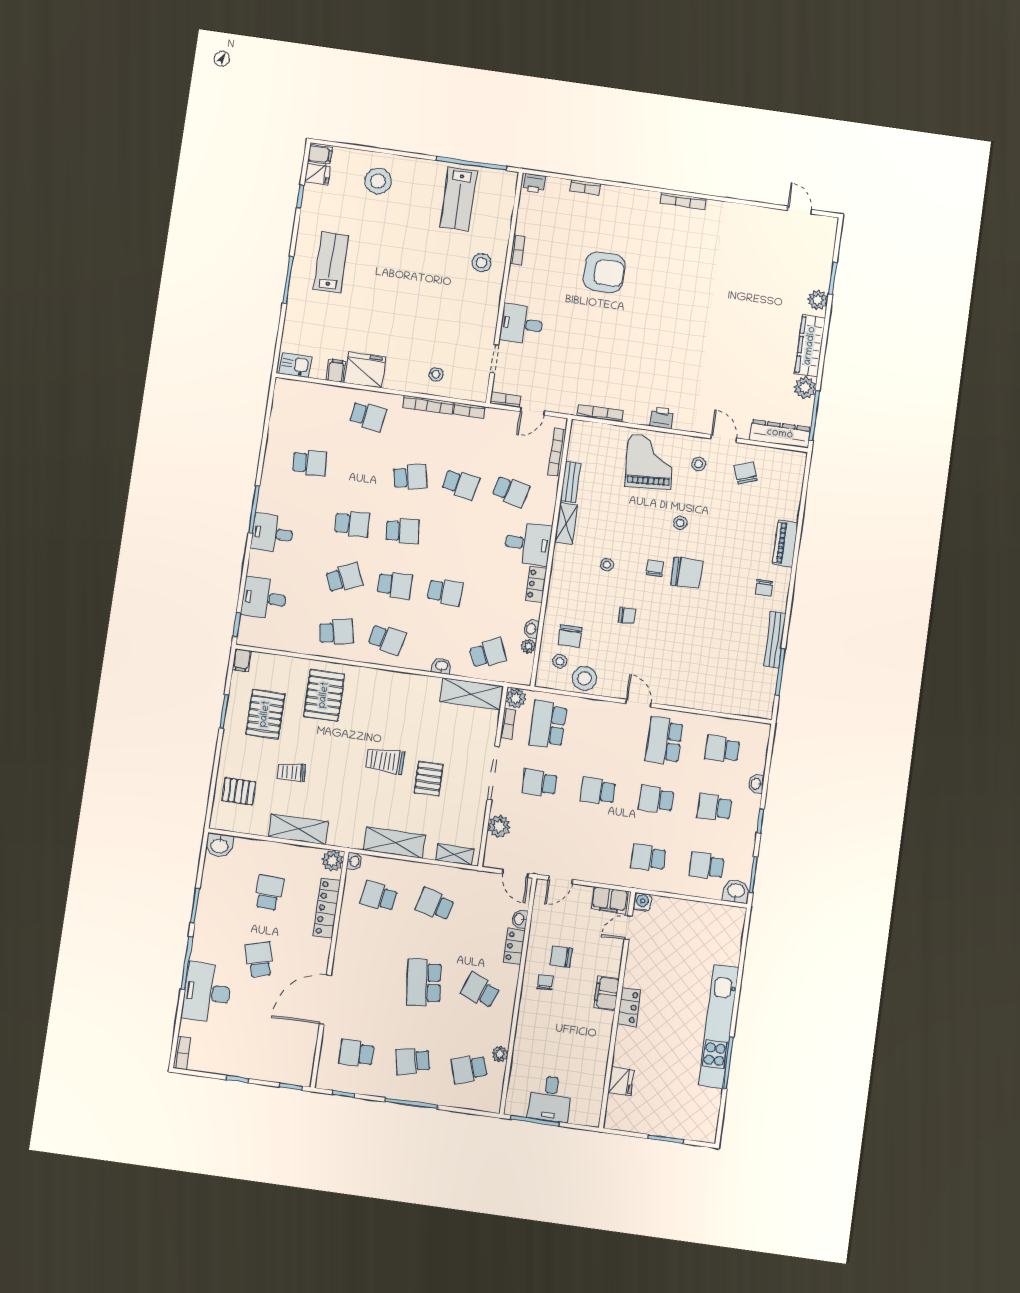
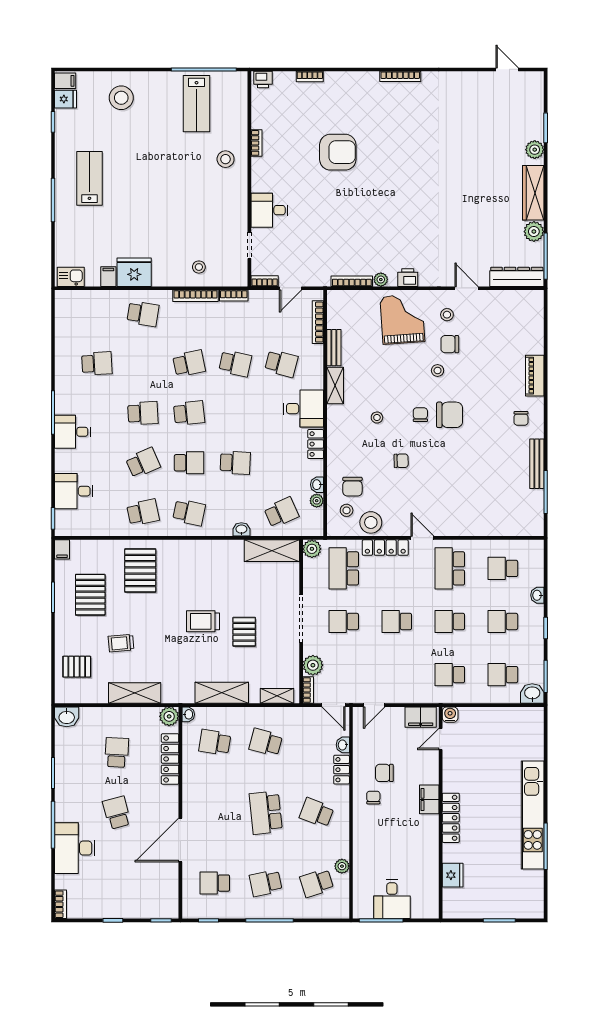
plant: (632, 416) -> (381, 280), added
chair: (745, 473) -> (450, 344), moved, turned -70
locker: (596, 708) -> (385, 548), added
bookcase: (508, 724) -> (308, 690), moved
locker: (629, 1007) -> (451, 818), width x1.53

